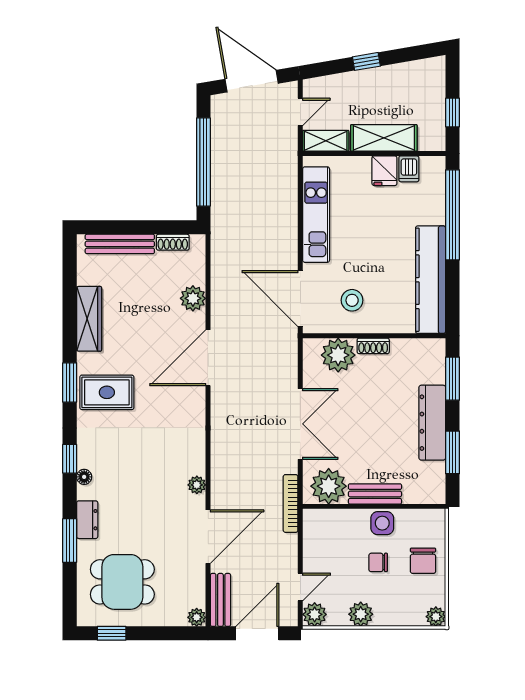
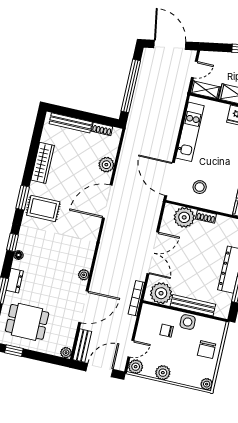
bench: (375, 494) -> (193, 305), width x1.36
chair: (378, 562) -> (167, 331), moved

